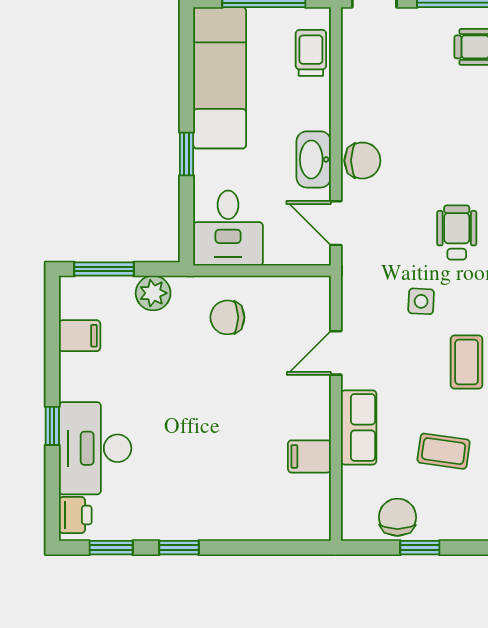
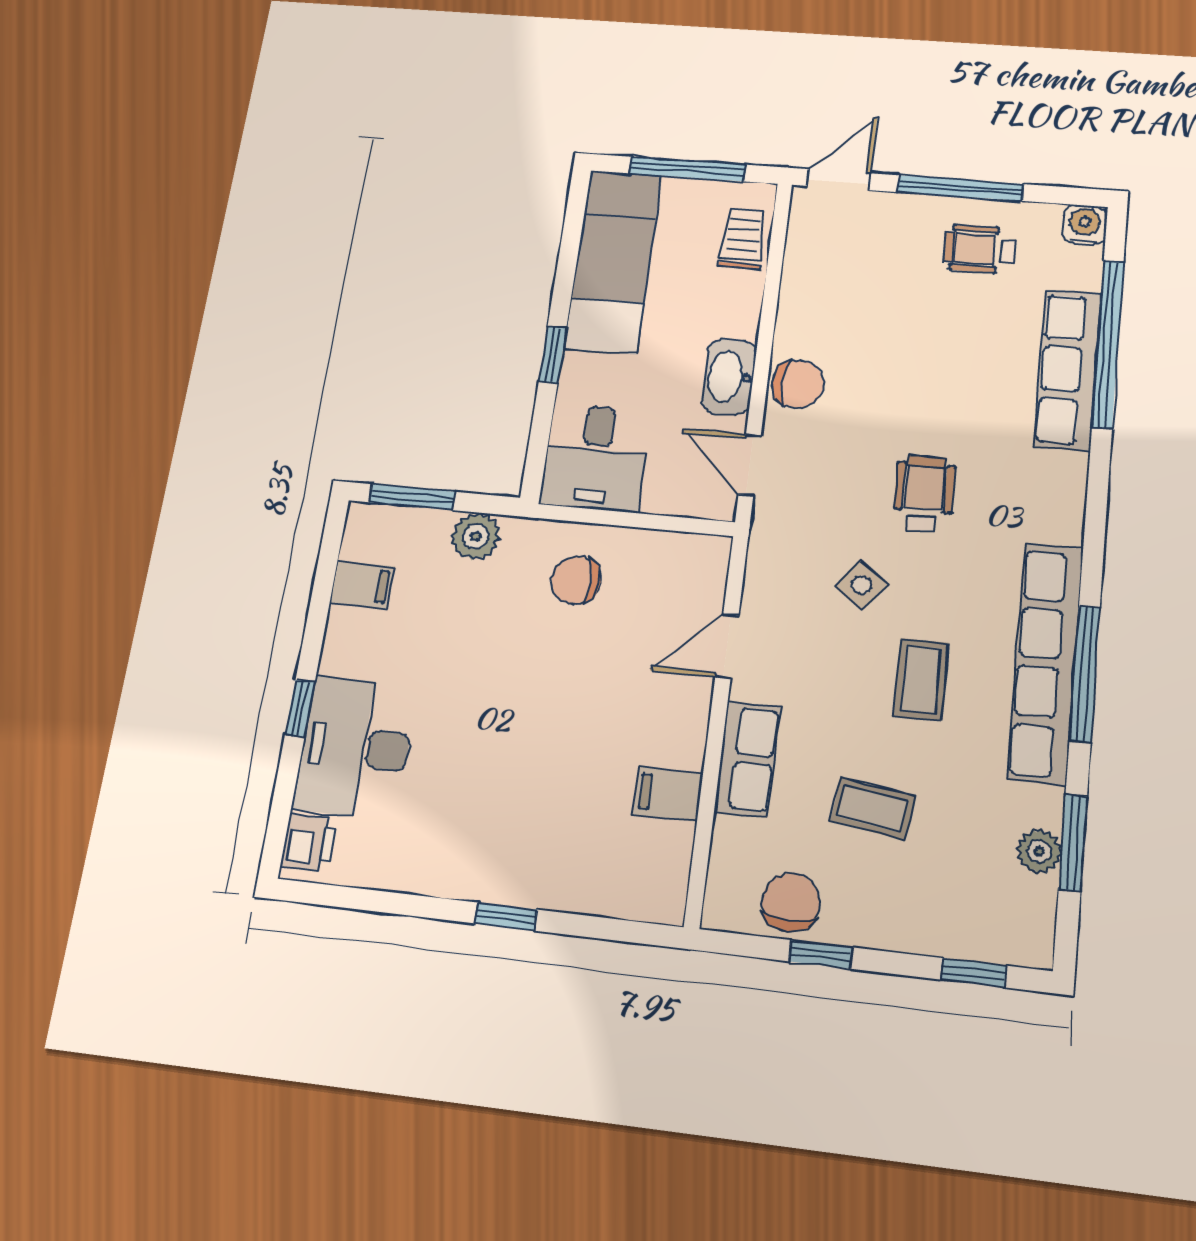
side table: (421, 301) -> (861, 585), turned 34
window: (111, 548) -> (352, 898), removed
window: (179, 548) -> (506, 917), moved

